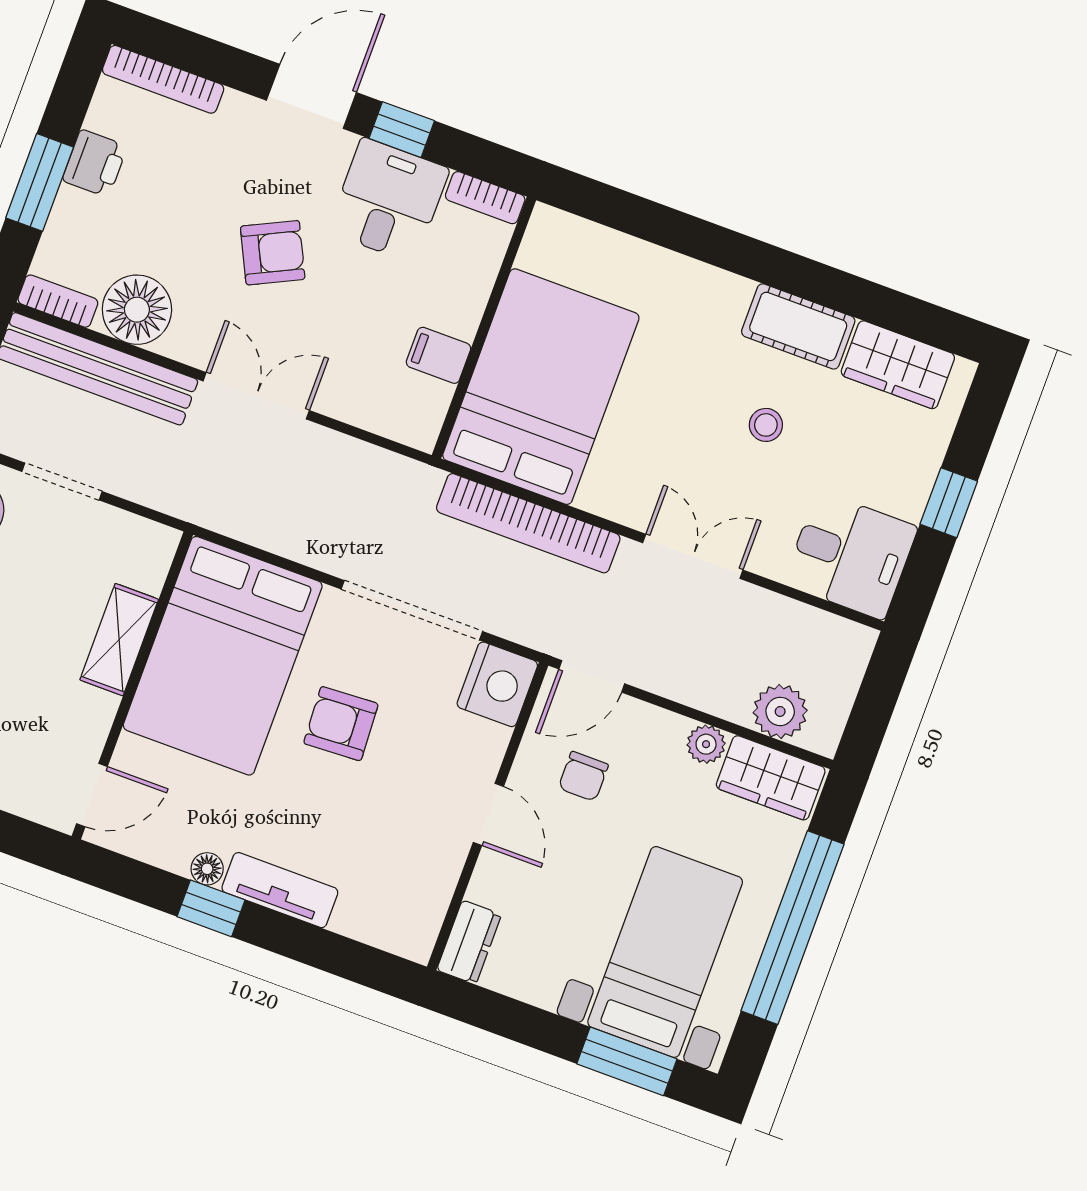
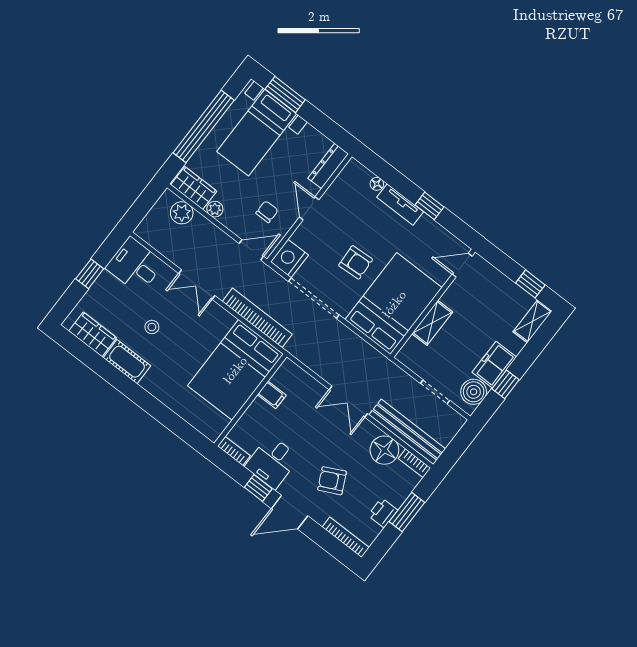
armchair: (273, 253) -> (332, 481), moved
floor lamp: (207, 869) -> (377, 184), moved
dresser: (469, 942) -> (328, 166), width x1.44

